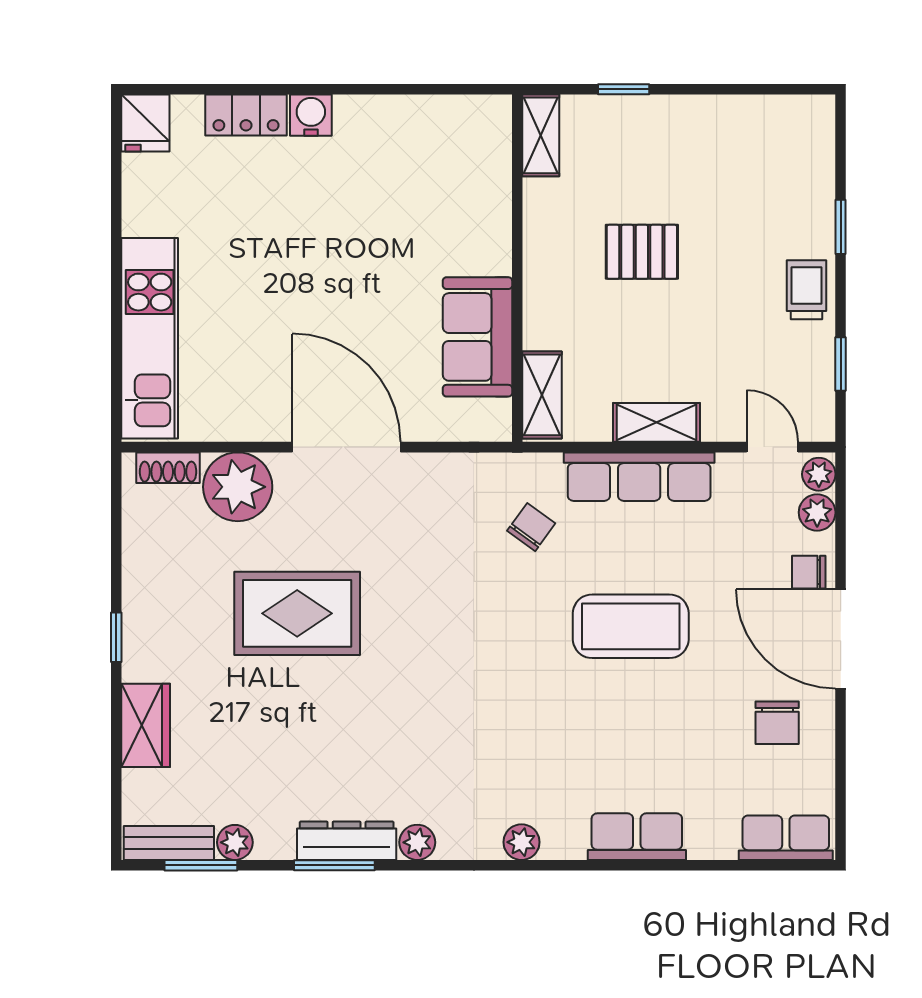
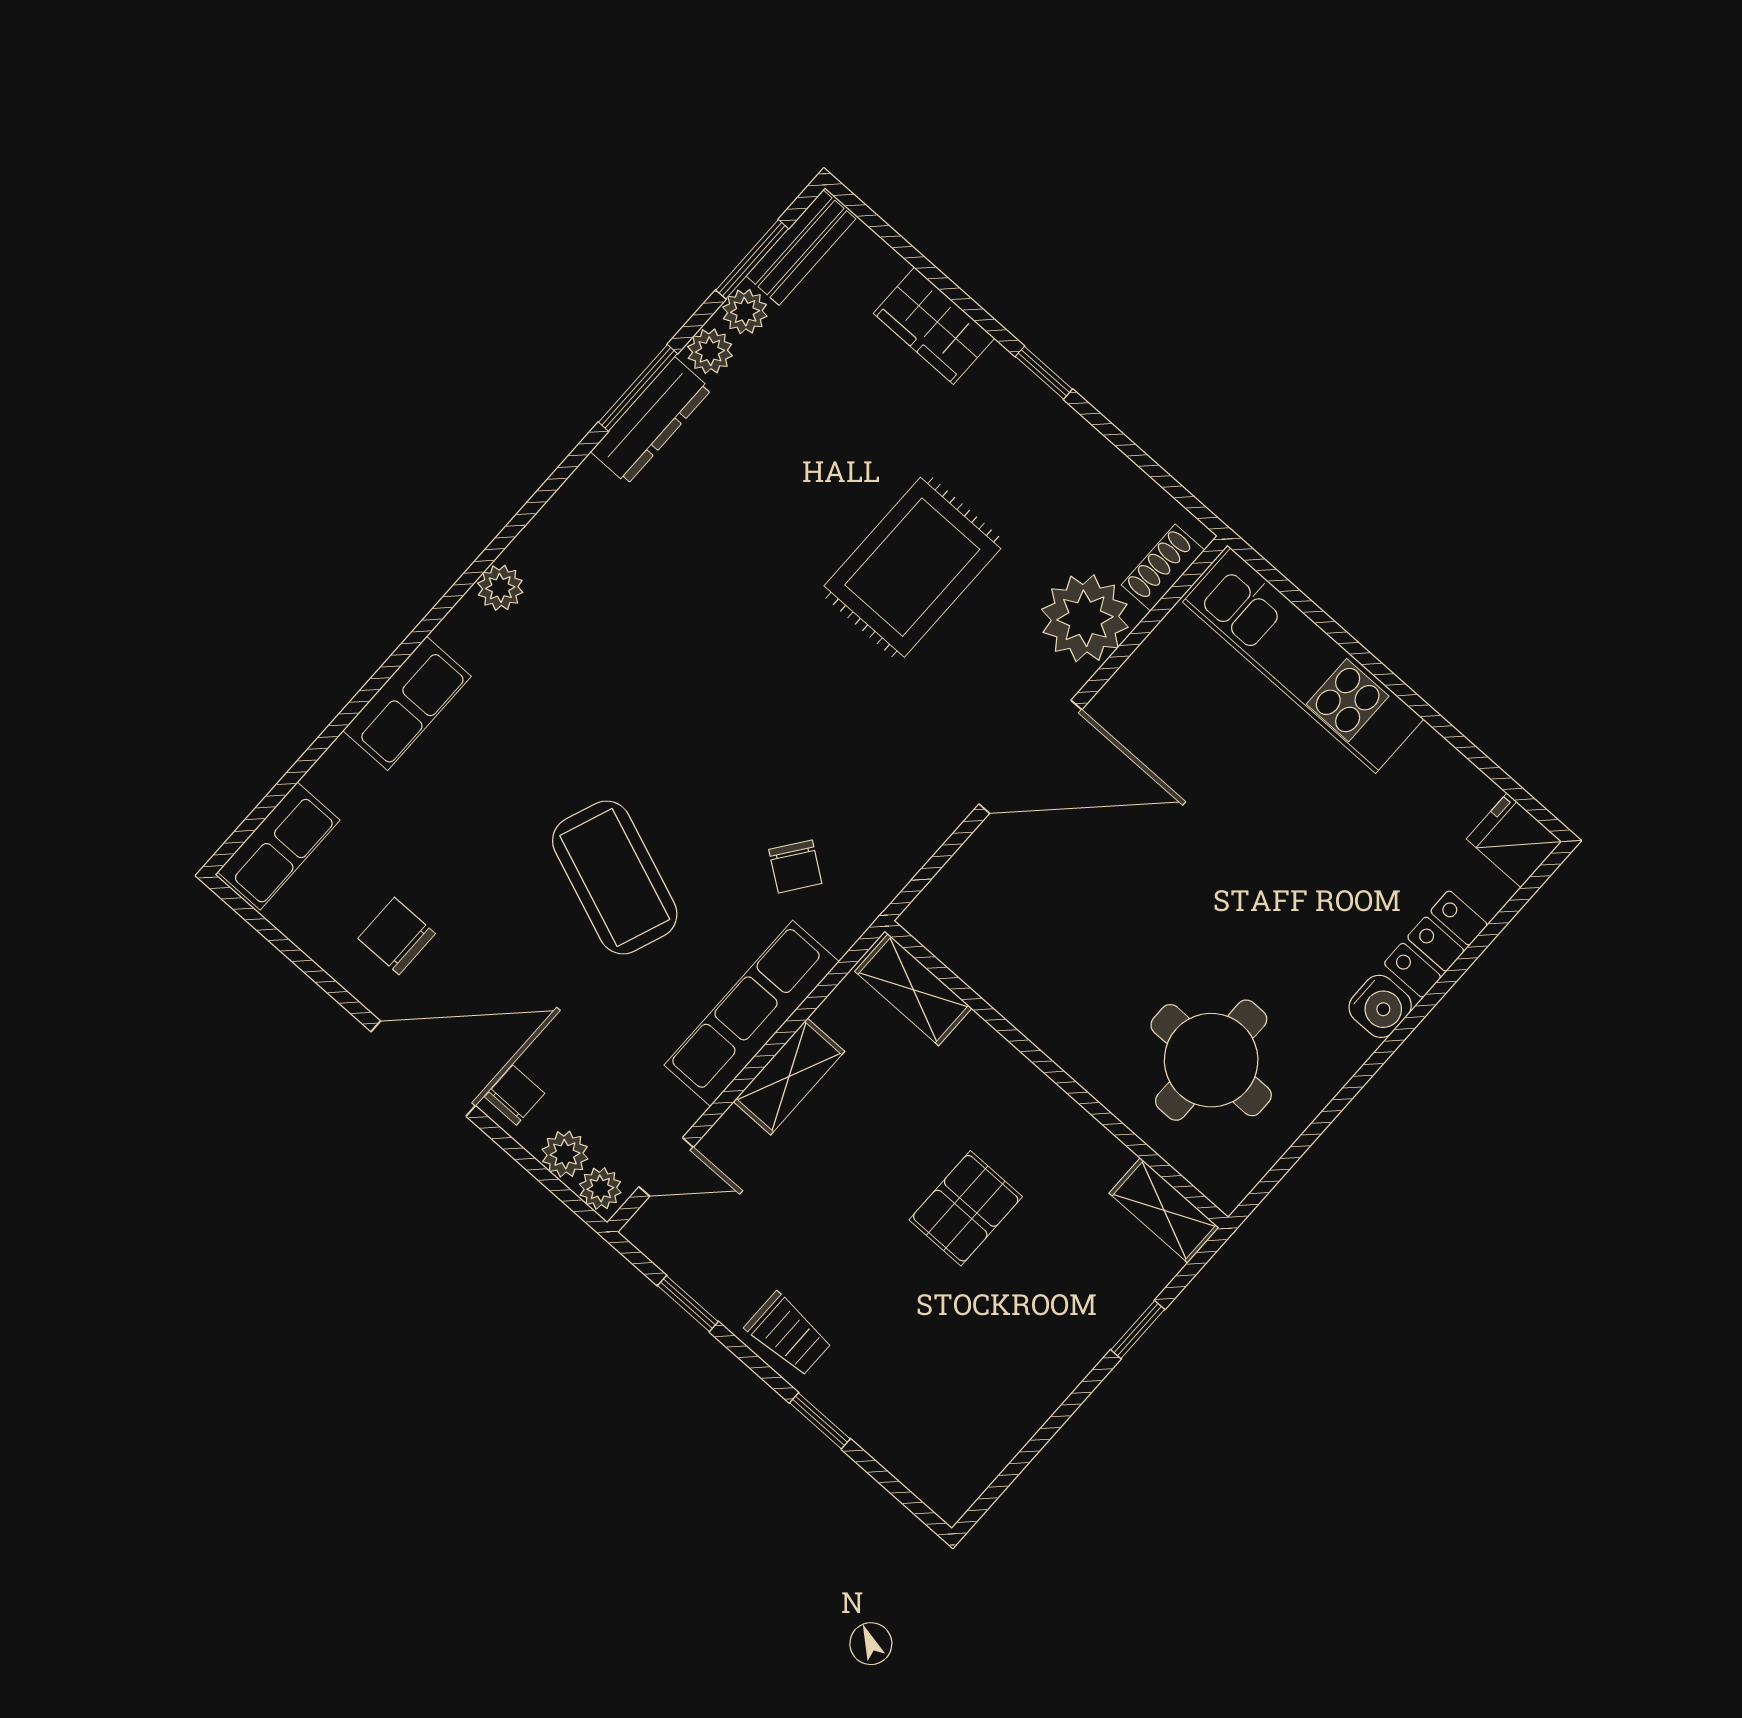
round table: (429, 186) -> (1211, 1060), added
sofa: (477, 337) -> (1024, 977), removed
coffee table: (631, 626) -> (615, 877), turned -69
plant: (417, 842) -> (710, 351), moved

